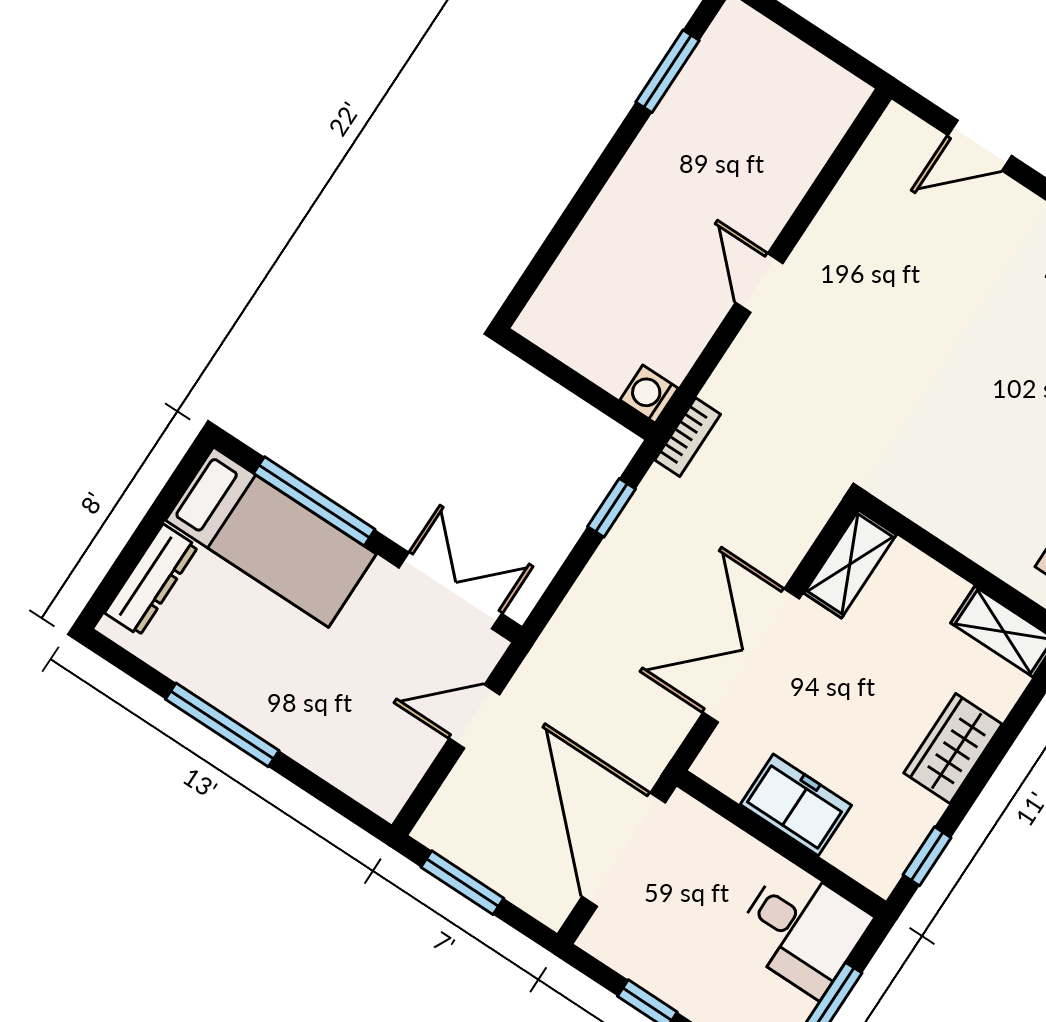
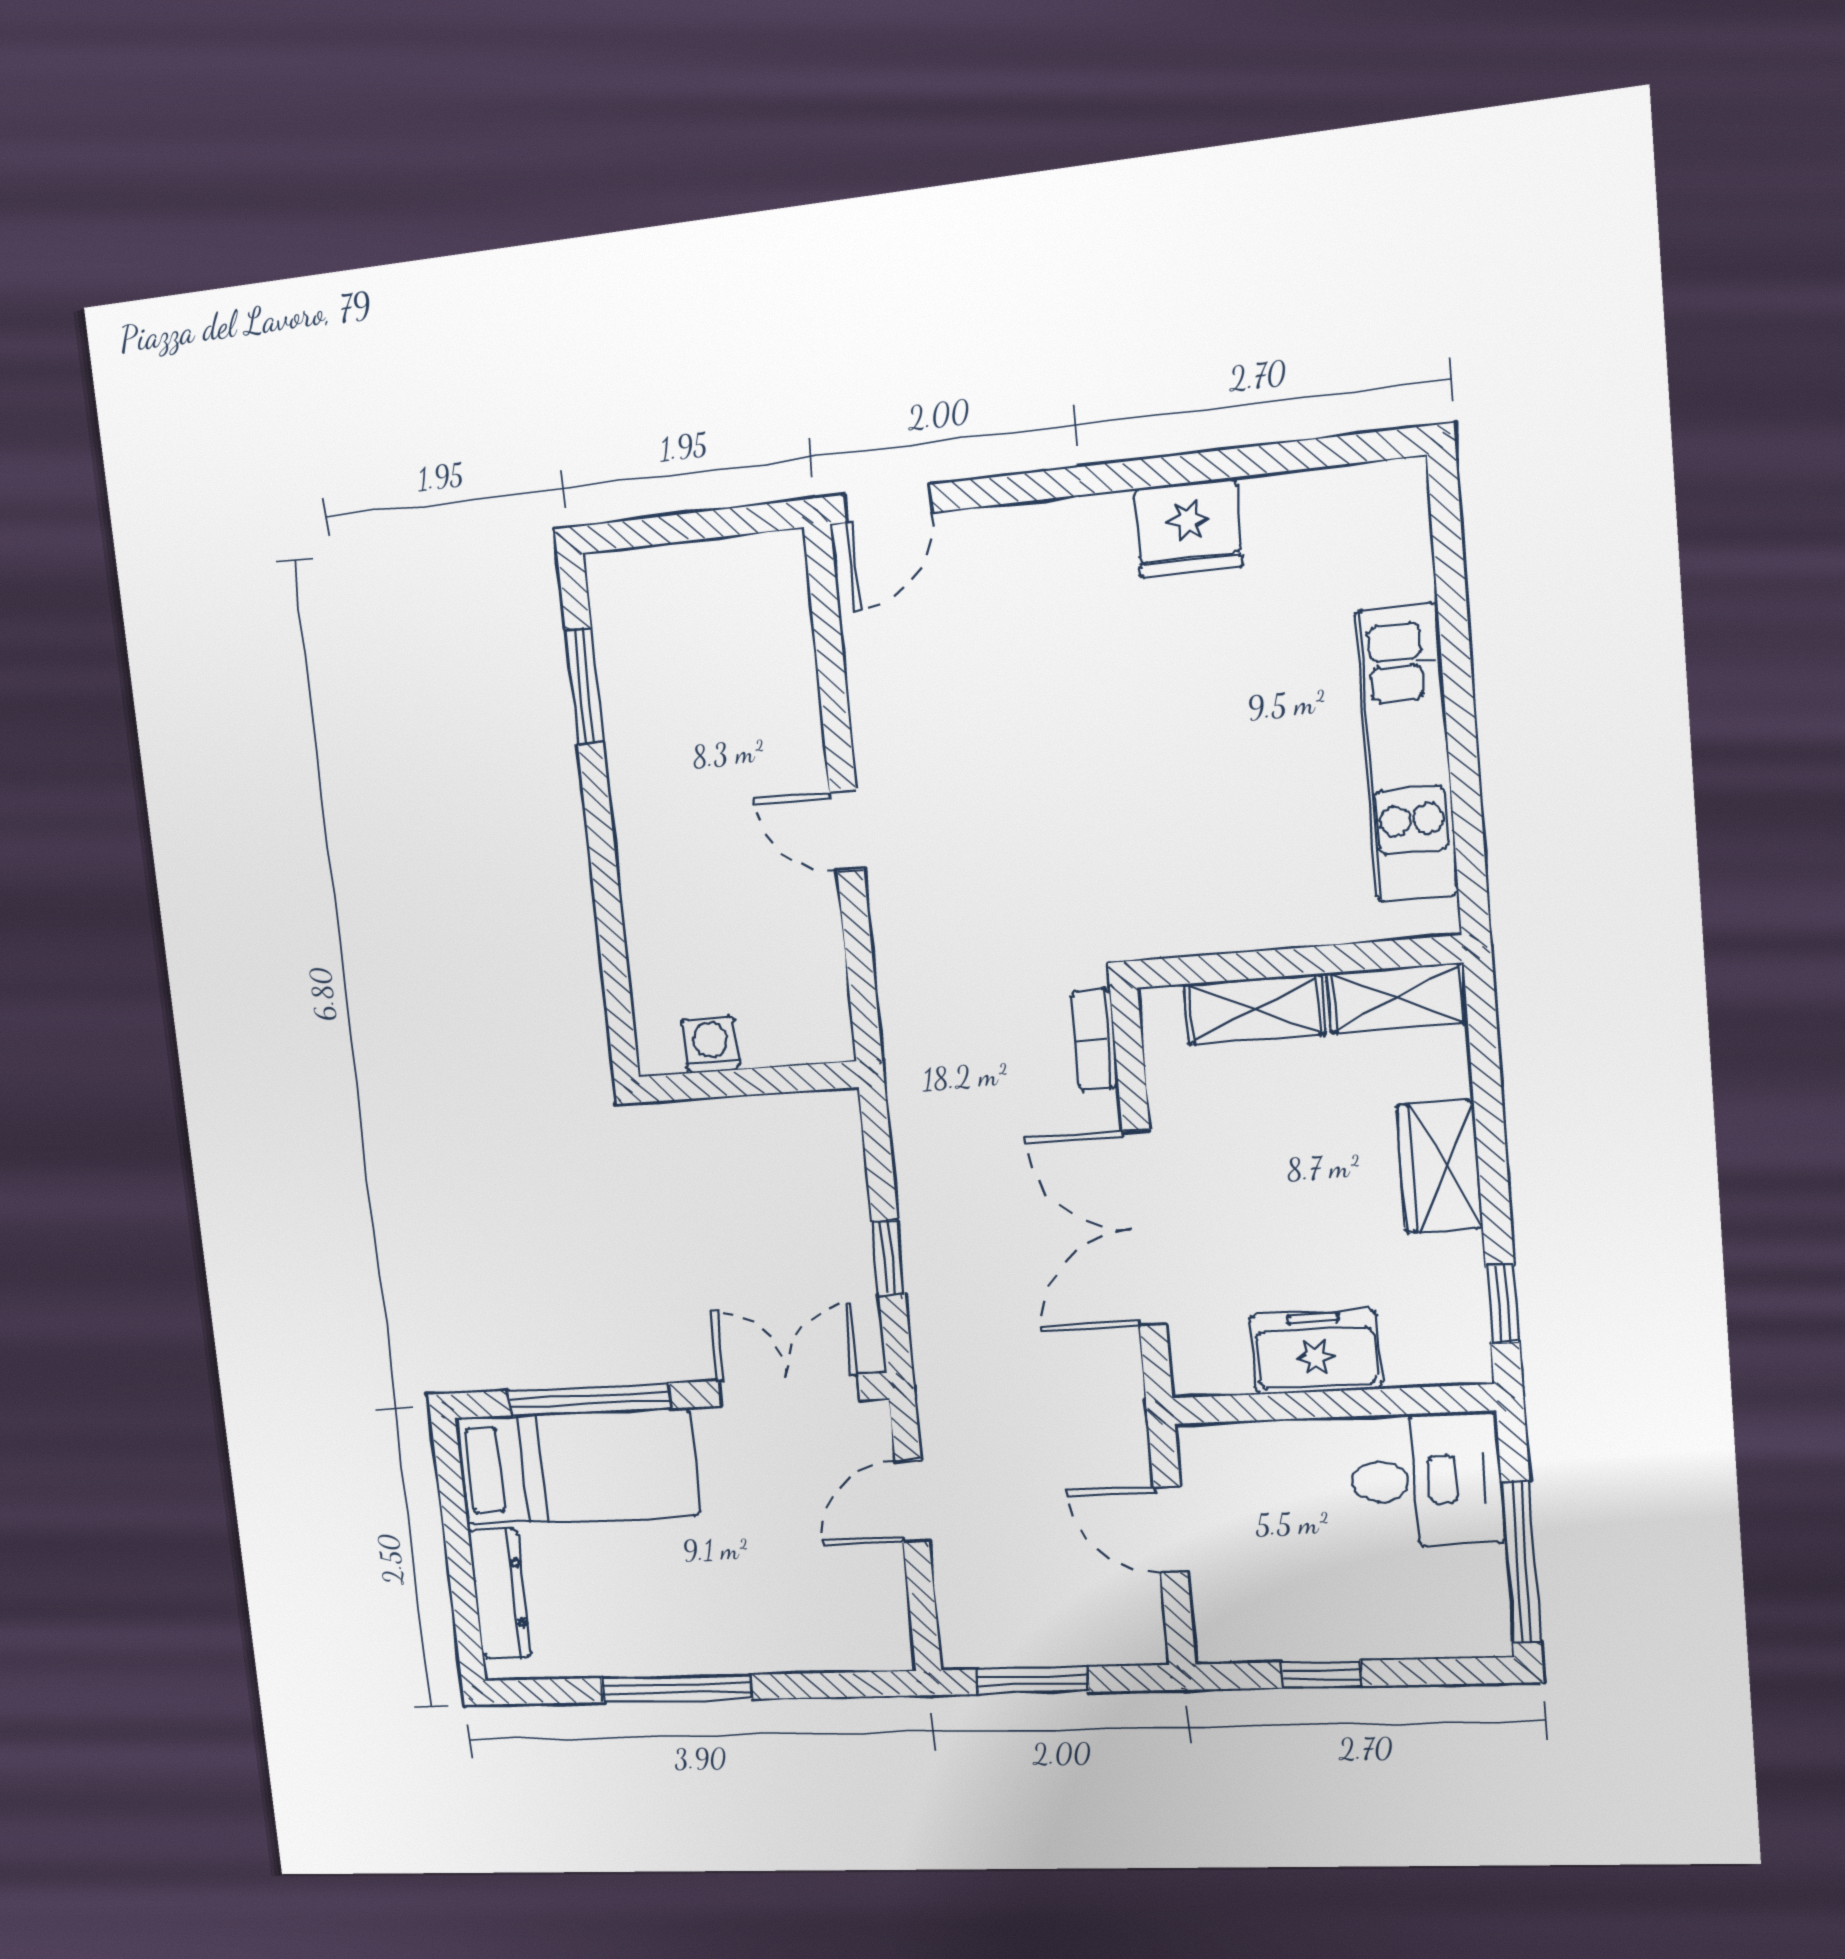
door: (980, 145) -> (888, 504), moved
washing machine: (649, 394) -> (710, 1044), moved, turned 90
bookcase: (688, 437) -> (1095, 1040), moved, turned 180
window: (612, 508) -> (888, 1258), moved
shelving: (850, 564) -> (1255, 1009), moved, turned 90
door: (624, 850) -> (1171, 1530), width x0.53

